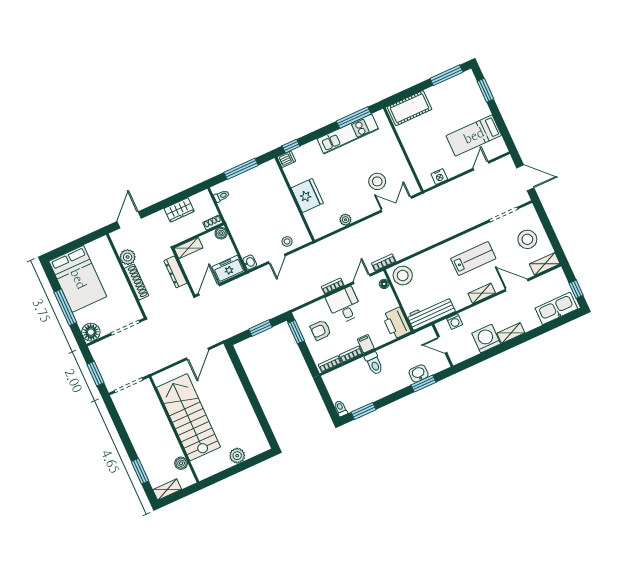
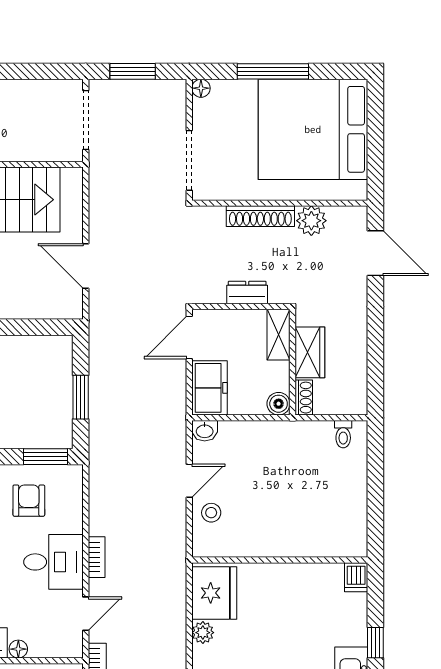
window: (291, 146) -> (375, 643), moved
window: (241, 169) -> (375, 490), removed
fridge: (307, 196) -> (214, 593), moved, turned -90
wardrobe: (179, 210) -> (310, 352), moved, turned 180
door: (277, 259) -> (189, 481), swing flipped
dresser: (175, 272) -> (247, 293), width x0.70
bed: (78, 279) -> (313, 129), width x1.36
door: (362, 279) -> (86, 614), hinge flipped
floor lamp: (384, 284) -> (18, 649), moved
door: (209, 290) -> (189, 337), swing flipped
floor lamp: (91, 332) -> (201, 88), width x0.53, depth x0.53

